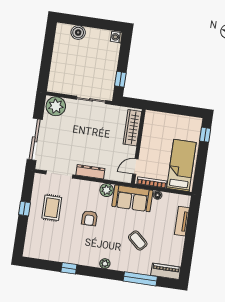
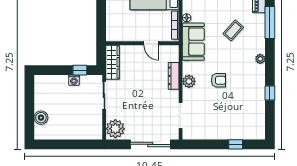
washing machine: (116, 37) -> (74, 80), moved
wardrobe: (132, 128) -> (113, 62), moved, turned -90
door: (135, 167) -> (151, 43), moved
dresser: (90, 172) -> (174, 76), moved
plant: (107, 190) -> (189, 81), moved
rug: (52, 208) -> (214, 118), removed
window: (24, 209) -> (236, 144), moved

